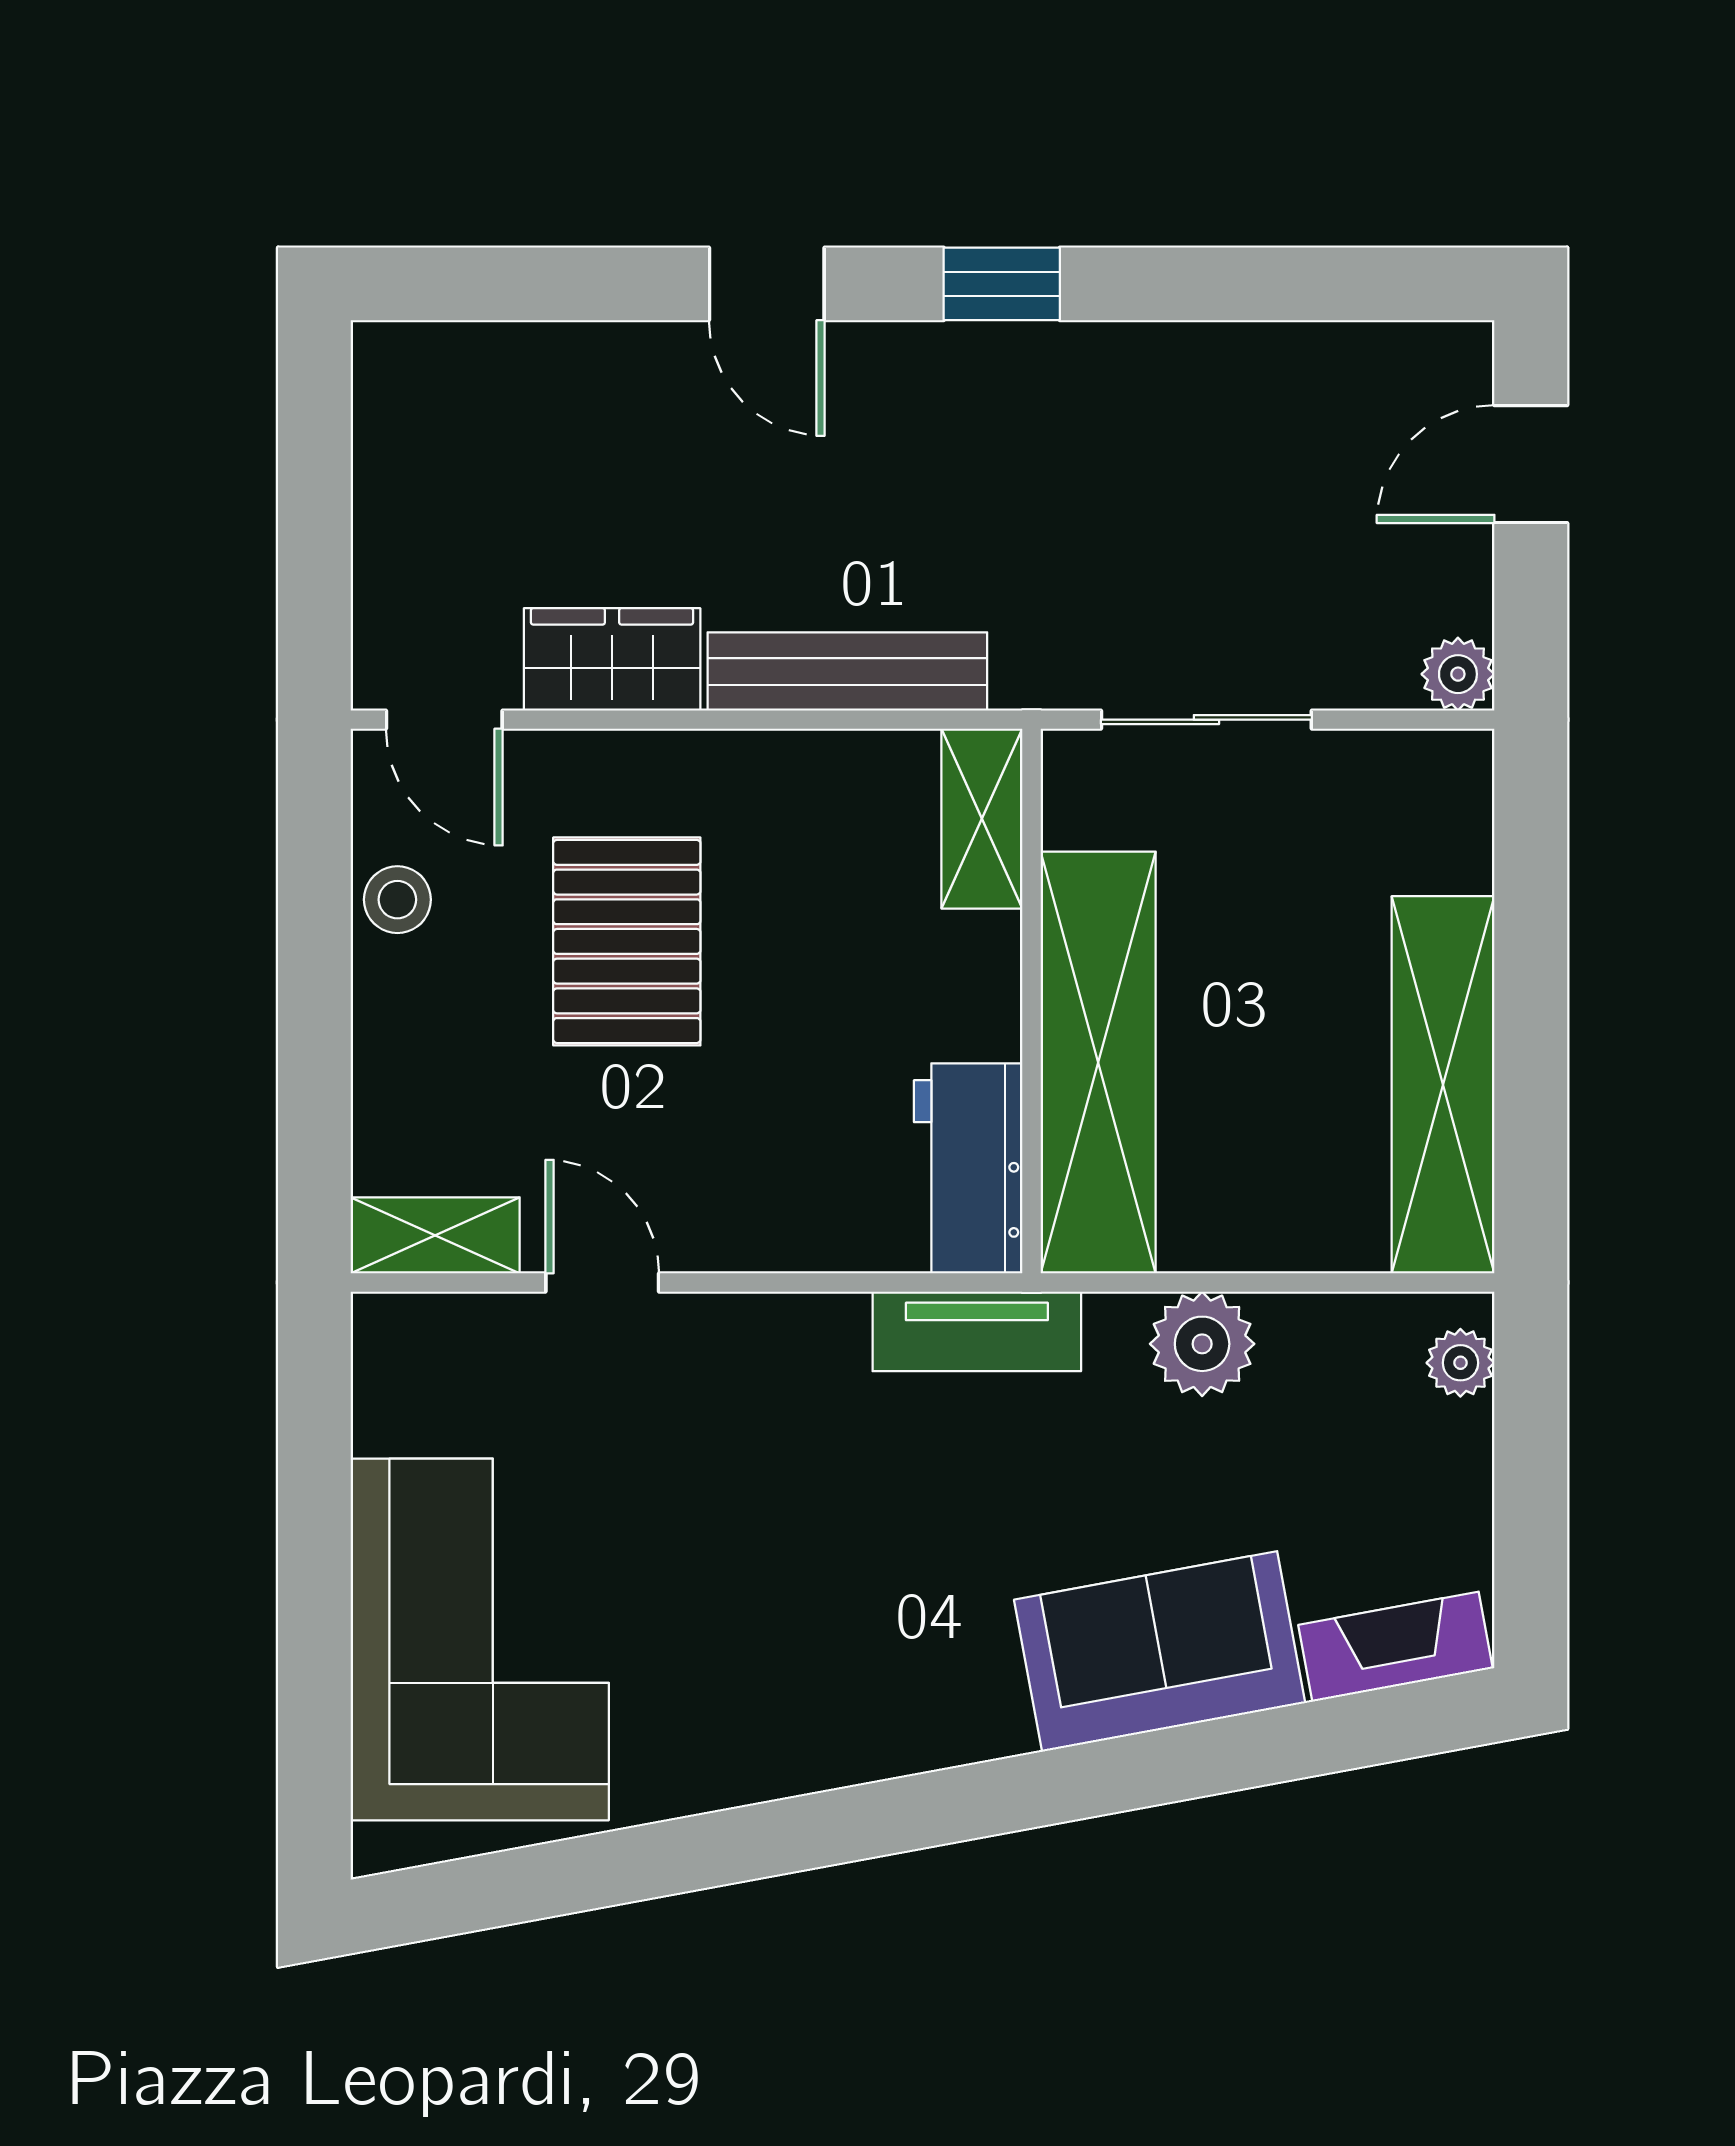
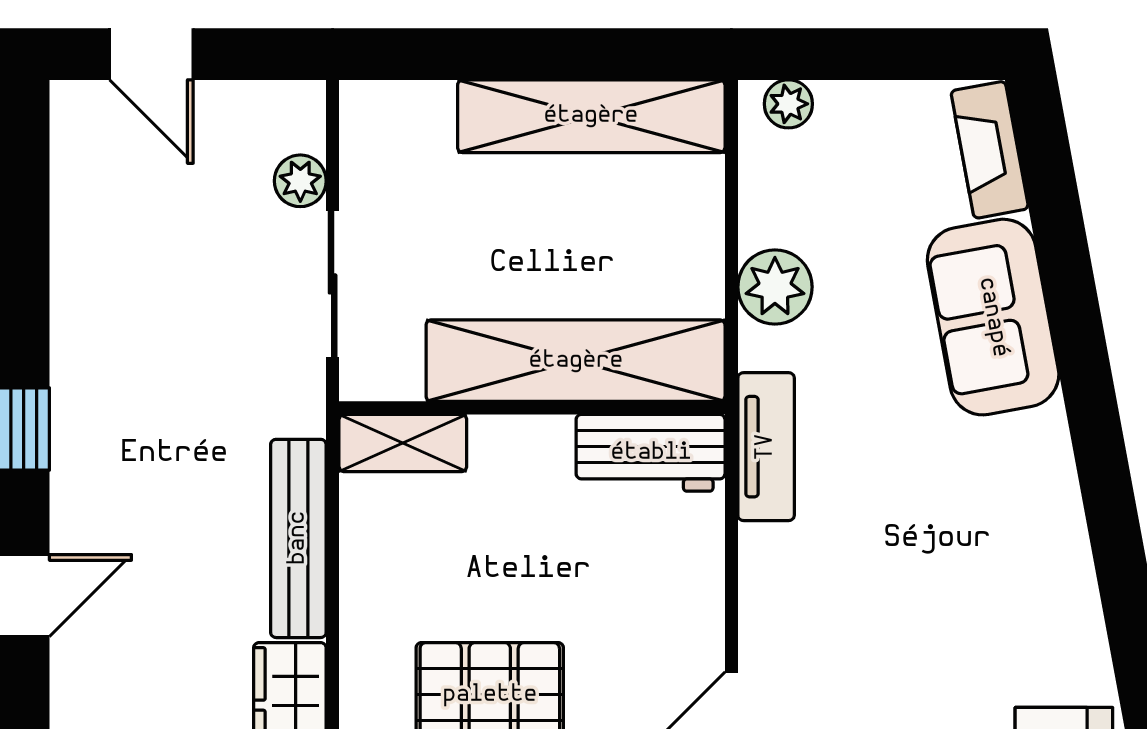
plant: (1458, 674) -> (300, 181), moved

